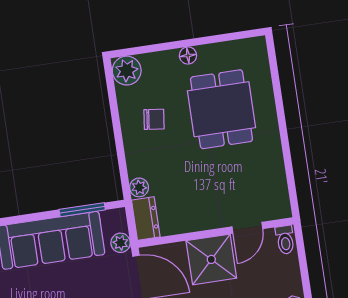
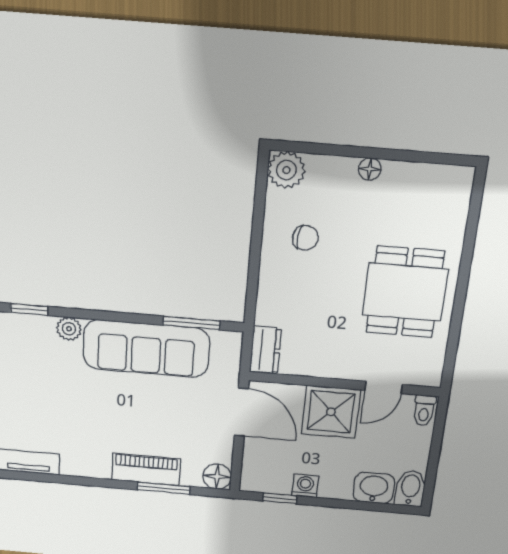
dining table: (221, 109) -> (405, 292), moved
plant: (139, 187) -> (266, 313), removed
plant: (121, 243) -> (229, 370), removed

